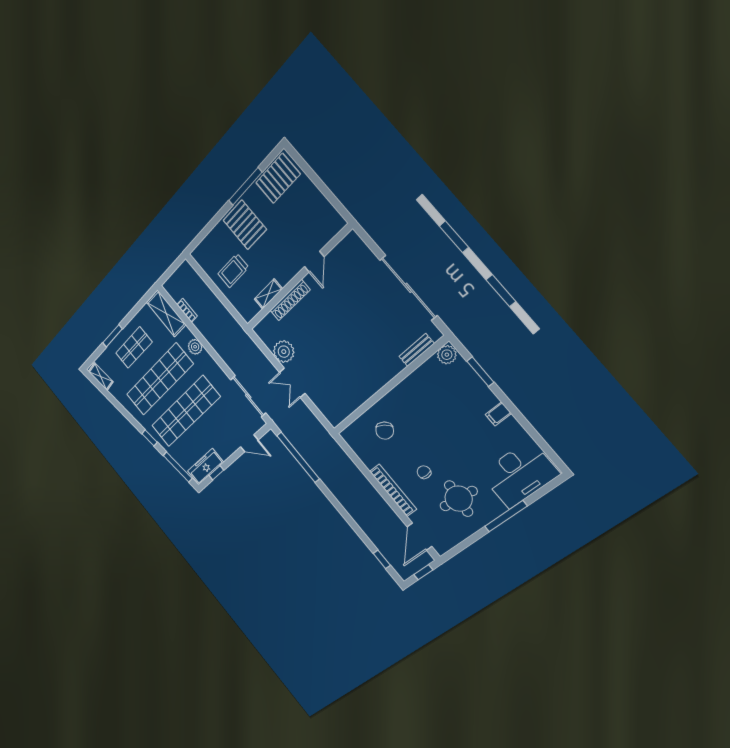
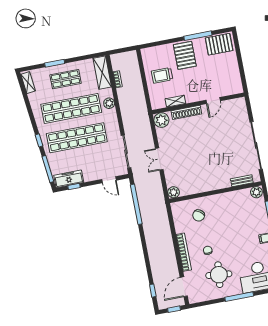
plant: (284, 352) -> (161, 120), moved
plant: (335, 417) -> (174, 192), added

